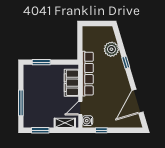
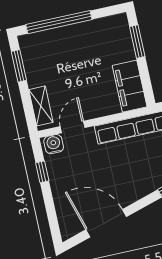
filing cabinet: (71, 83) -> (130, 86), moved, turned -90
window: (21, 103) -> (59, 22), width x1.46
door: (80, 108) -> (73, 127), hinge flipped

